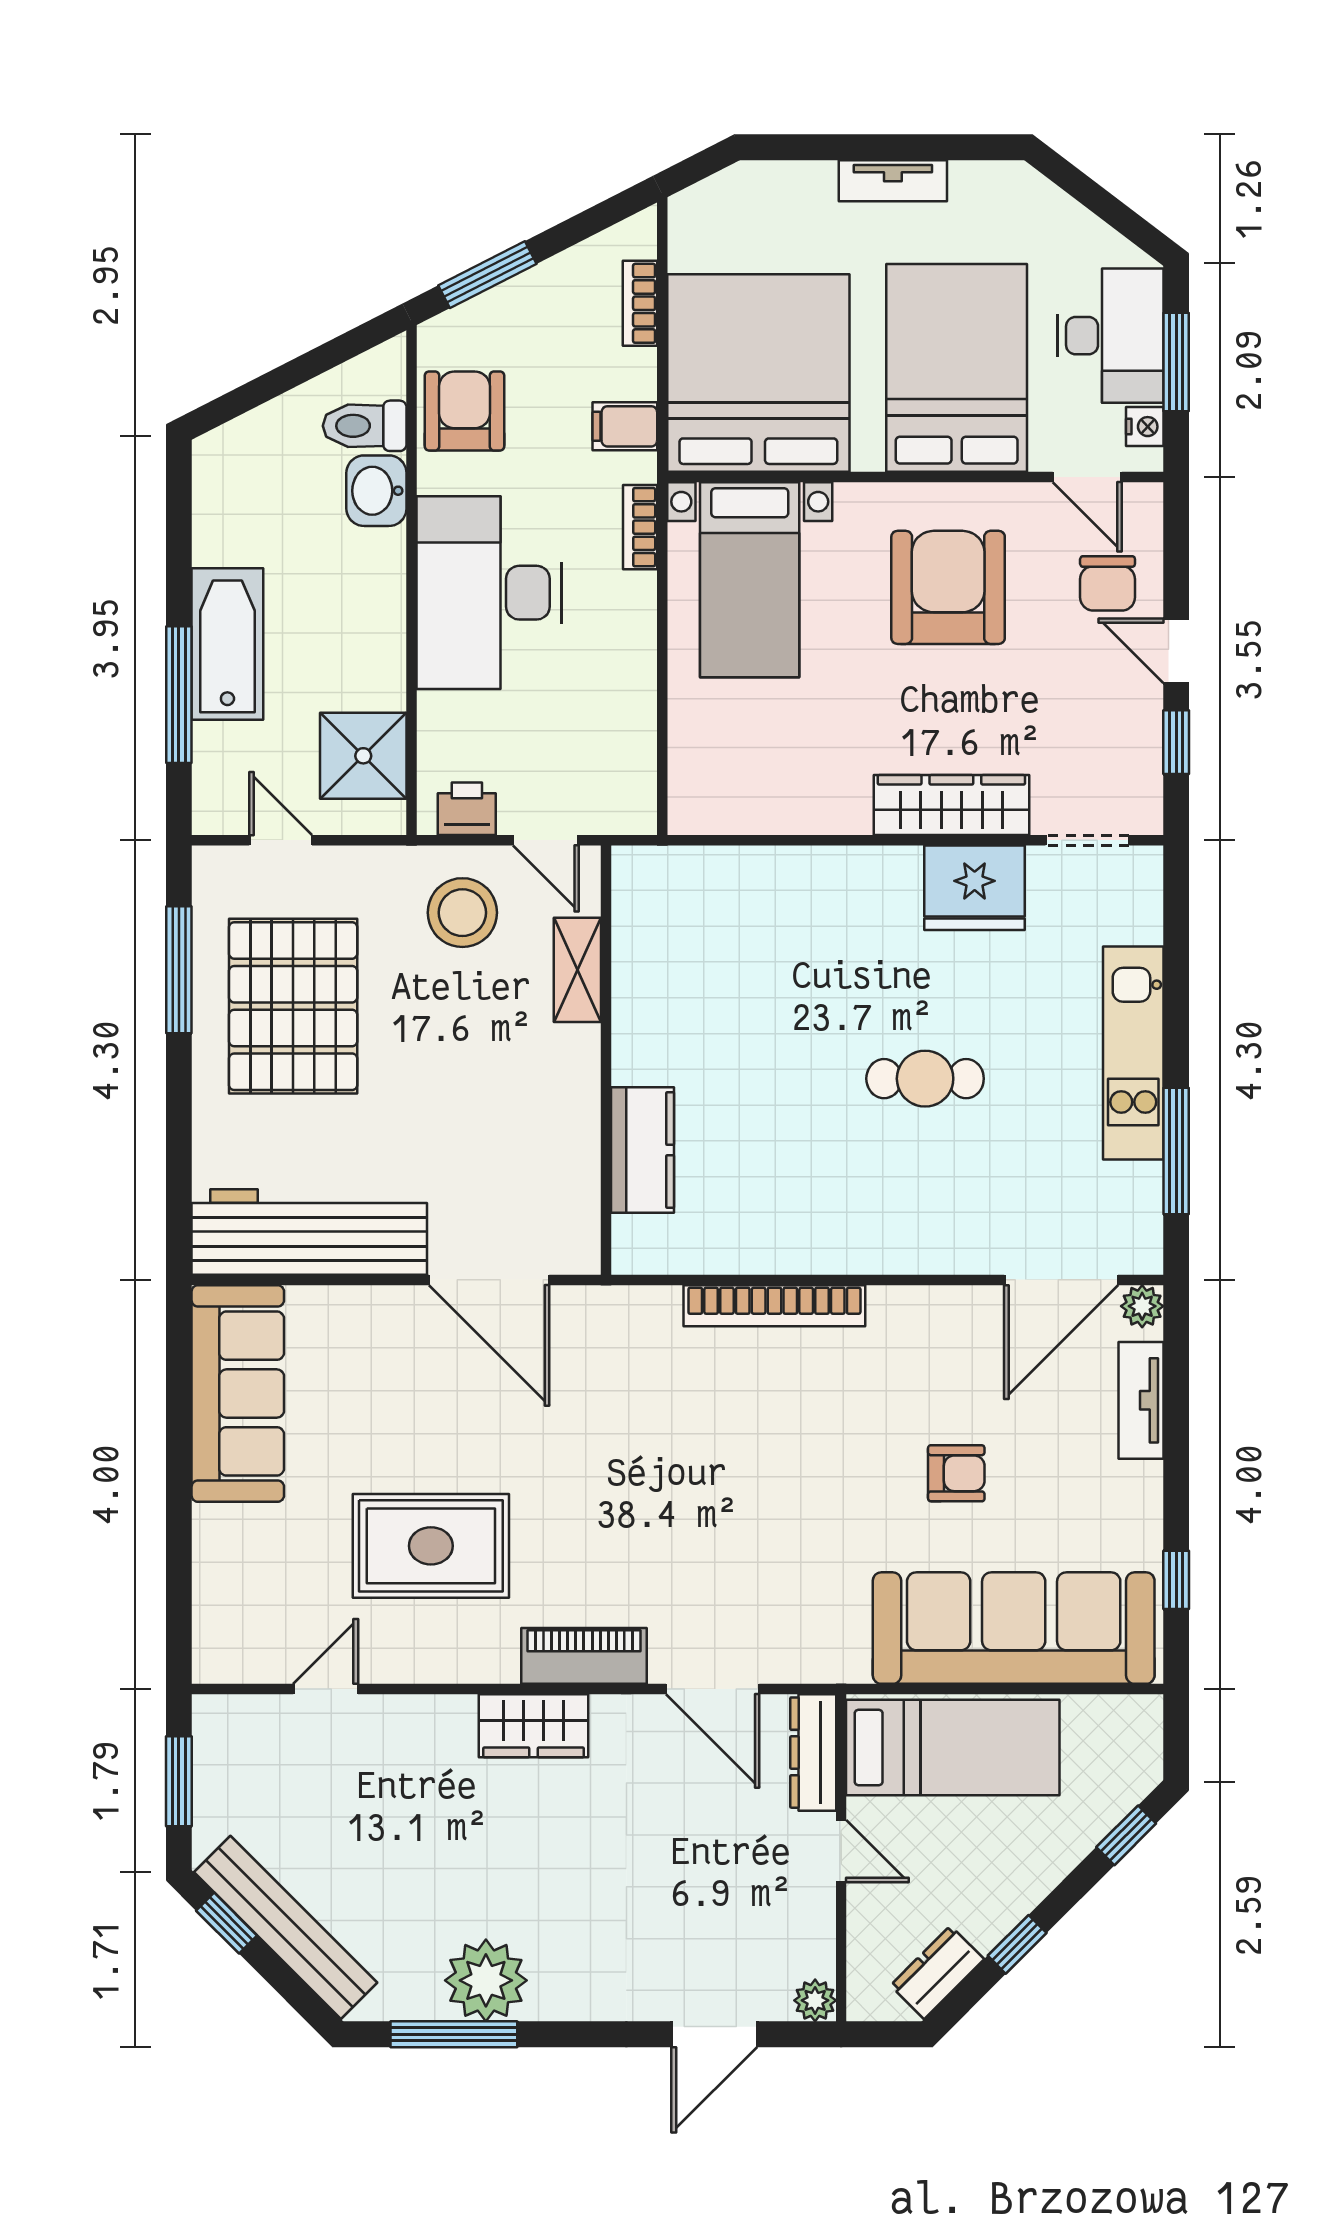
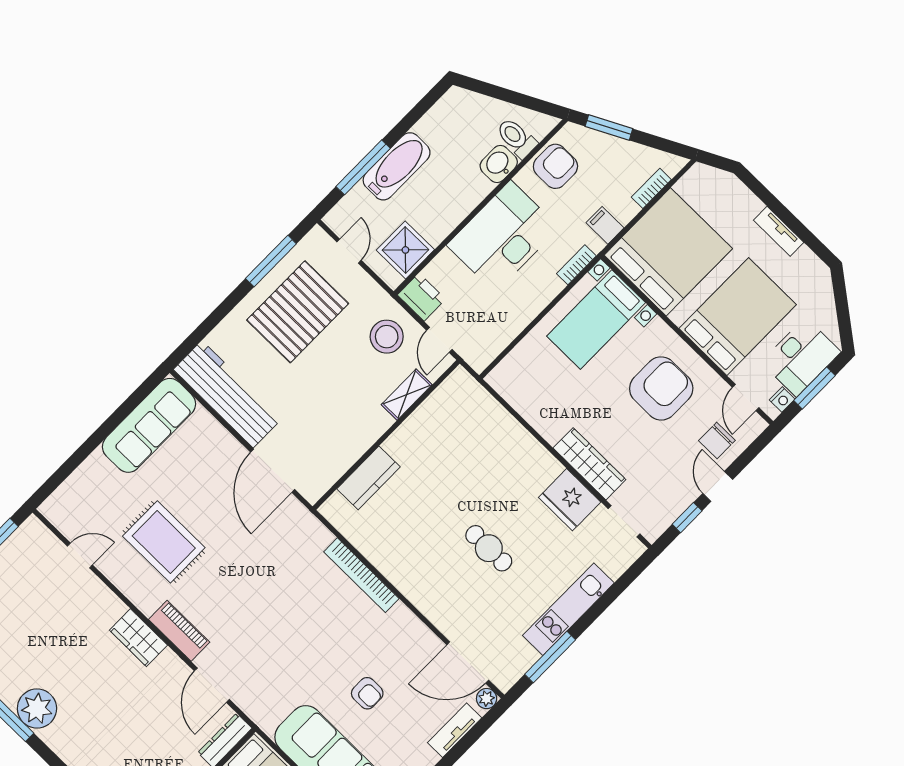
printer: (467, 809) -> (421, 297), width x1.36, depth x1.24

